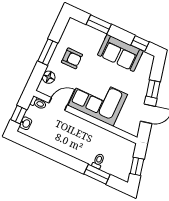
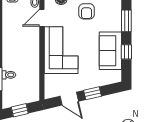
window: (140, 44) -> (126, 52), moved
door: (58, 104) -> (42, 18), swing flipped

